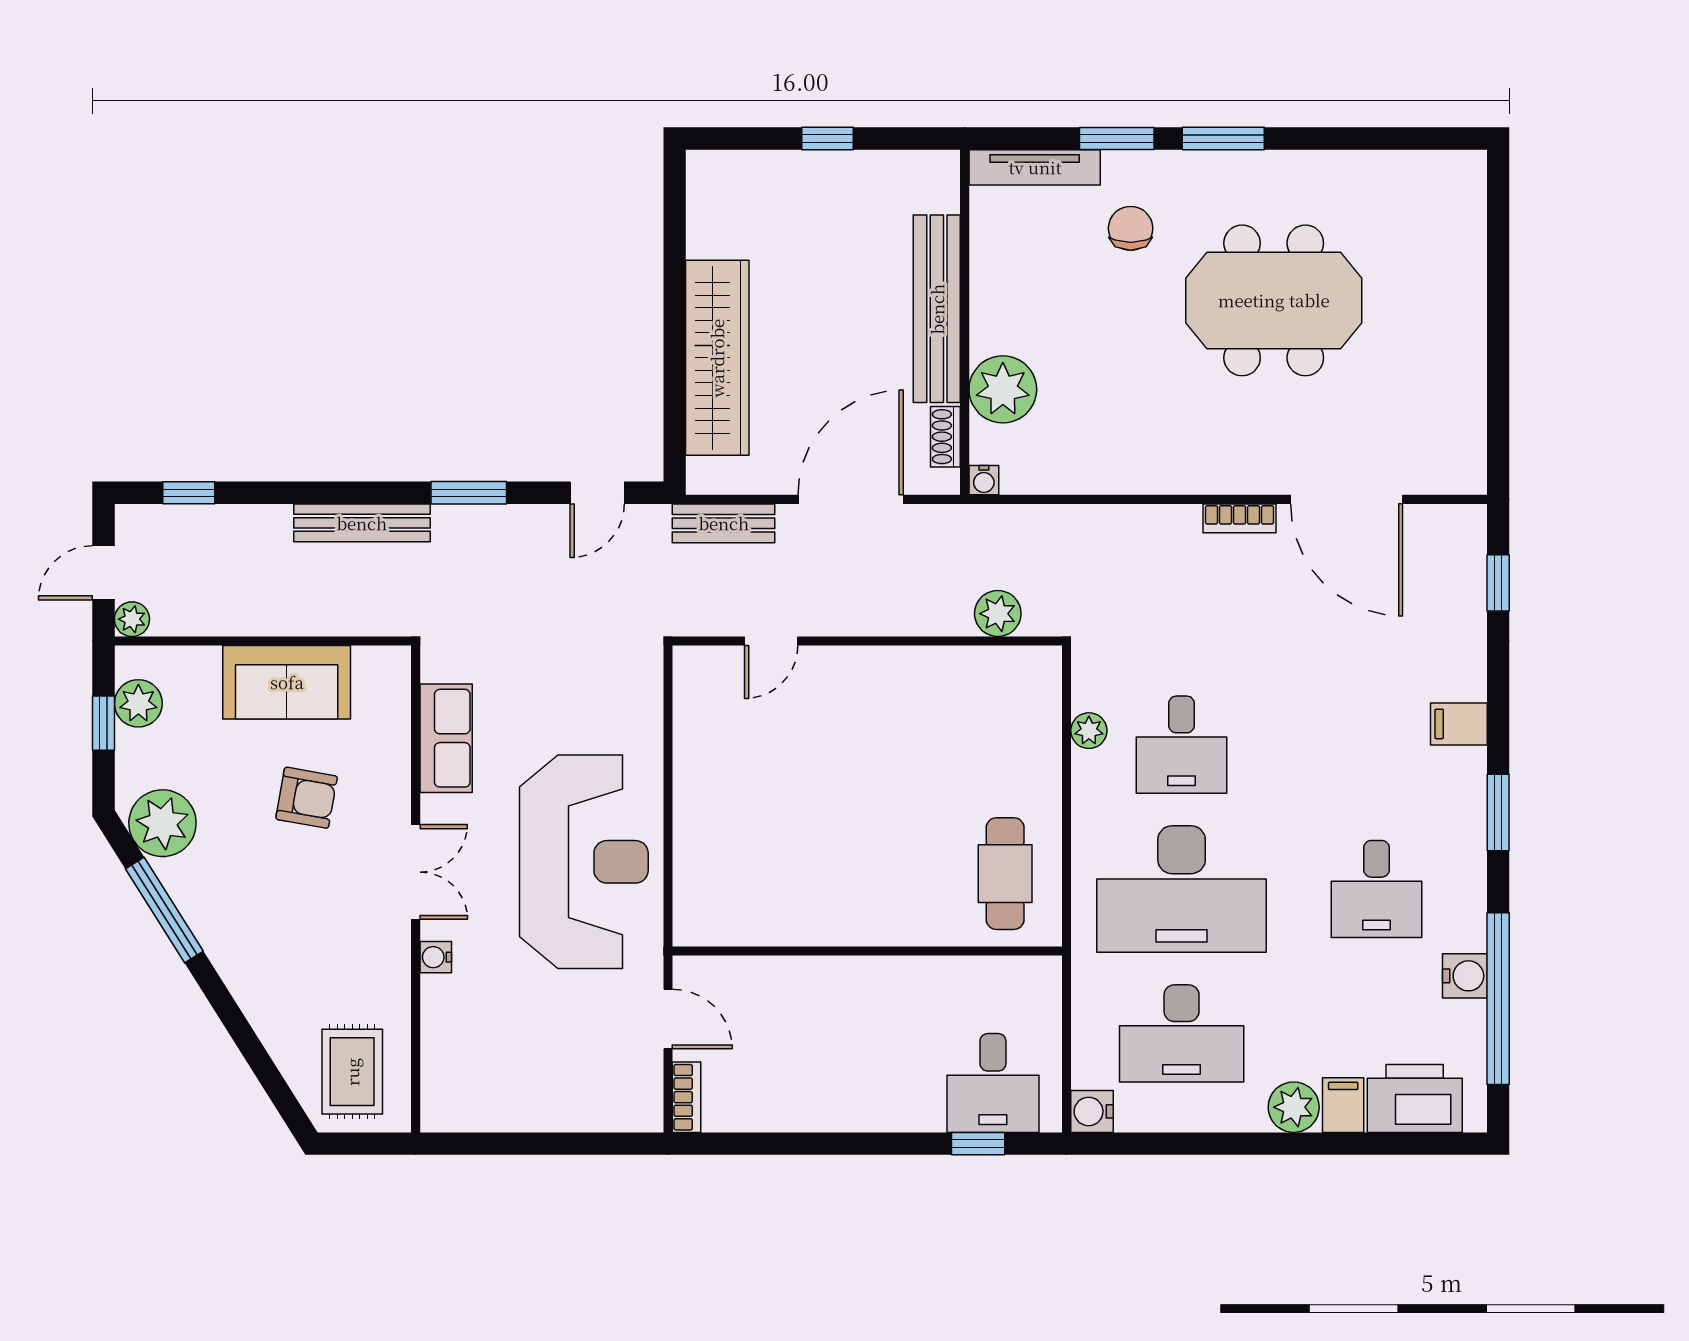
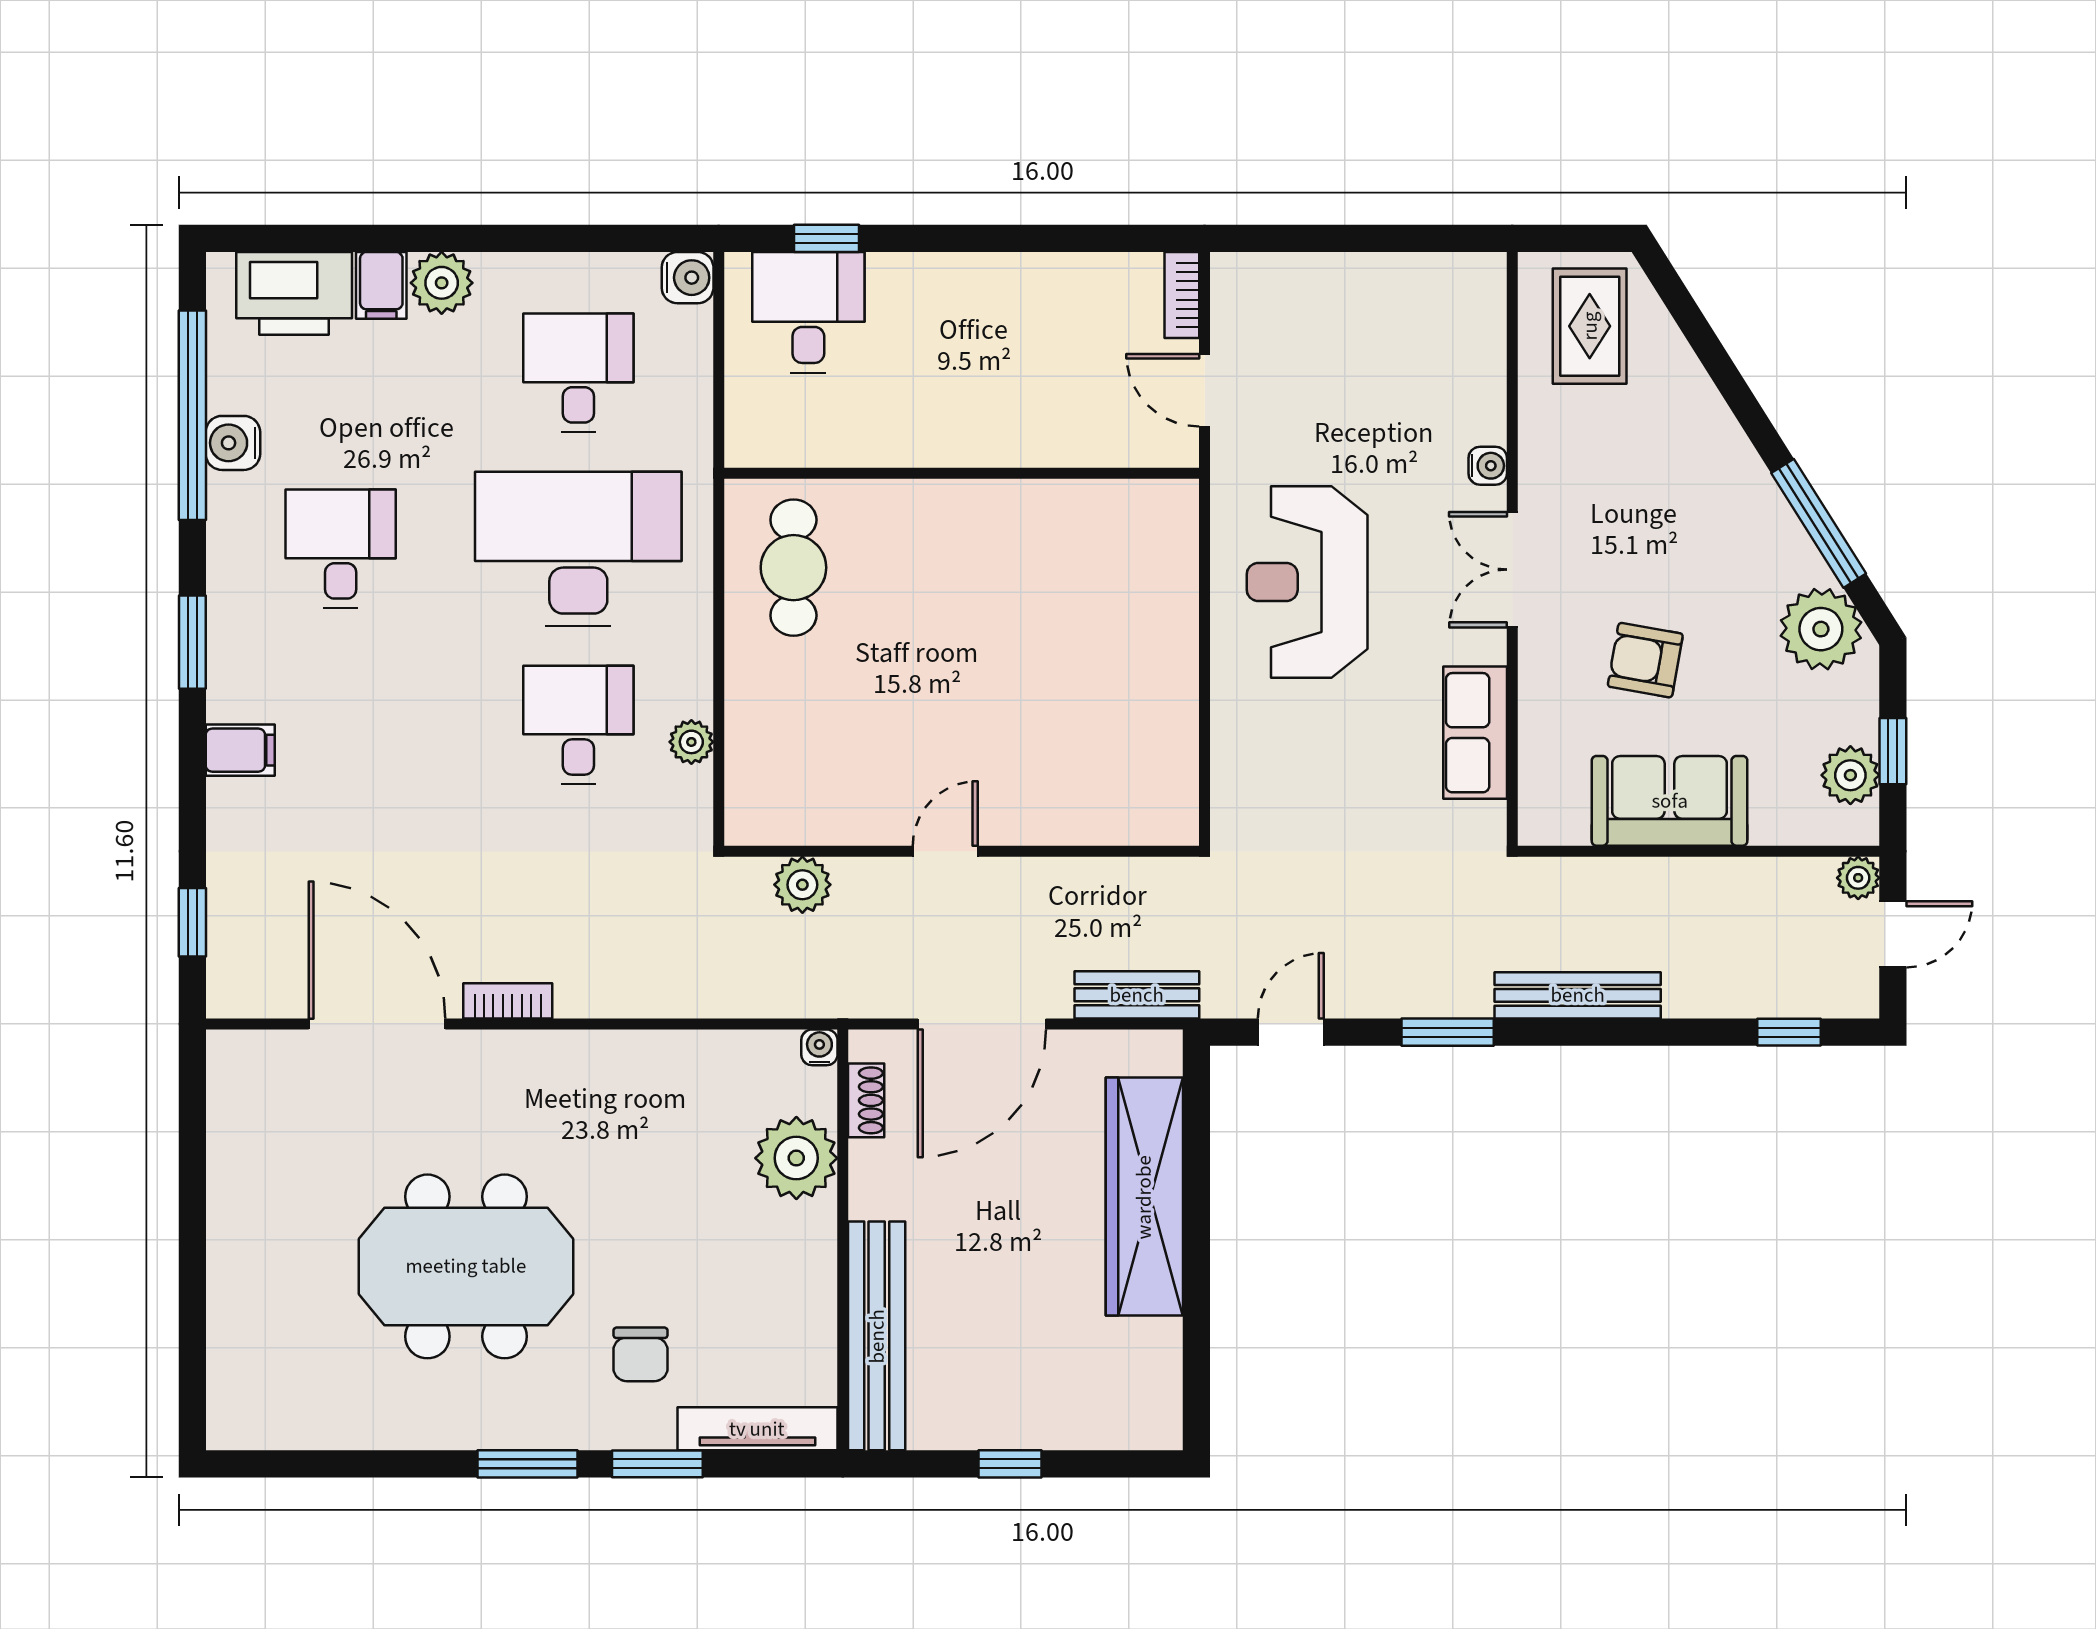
bench: (937, 309) -> (877, 1336), moved
door: (771, 641) -> (945, 851), moved
reception desk: (584, 862) -> (1307, 582), width x0.74, depth x0.77
desk: (1182, 1033) -> (578, 373), width x0.73

